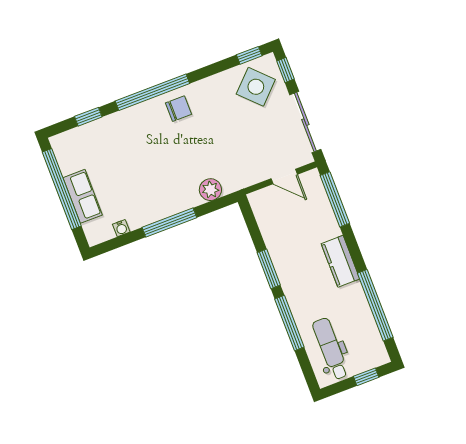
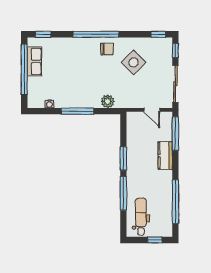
side table: (256, 87) -> (133, 62), moved
window: (88, 117) -> (43, 34), moved
row of seats: (83, 196) -> (34, 61), moved
kitchen counter: (340, 261) -> (165, 156), moved

